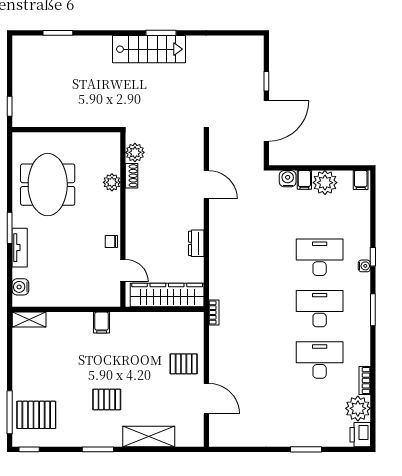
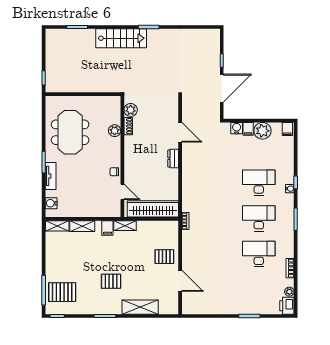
stairs: (149, 49) -> (121, 38), moved
dresser: (196, 243) -> (173, 159), moved
shelving: (127, 319) -> (125, 226), added
shelving: (65, 320) -> (82, 226), added
plant: (358, 408) -> (289, 292), width x0.53, depth x0.53

